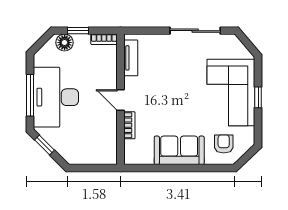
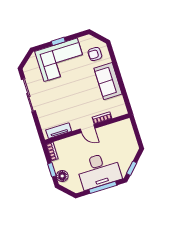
door: (121, 100) -> (88, 129), hinge flipped

